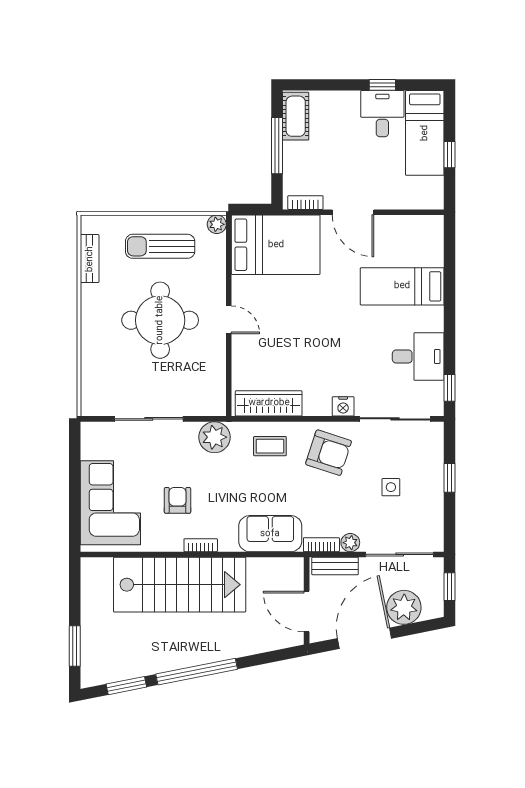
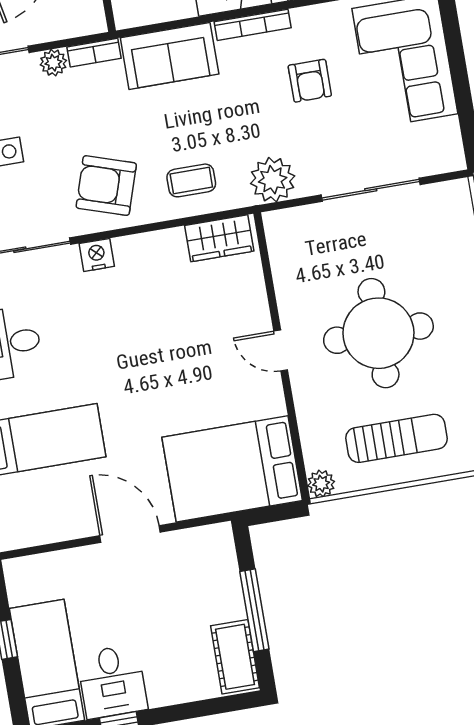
bookcase: (305, 203) -> (200, 536), removed
wardrobe: (269, 403) -> (219, 238), width x0.67
bookcase: (201, 545) -> (253, 25), width x1.56
bench: (335, 566) -> (69, 26), removed

